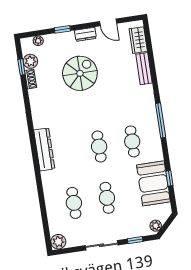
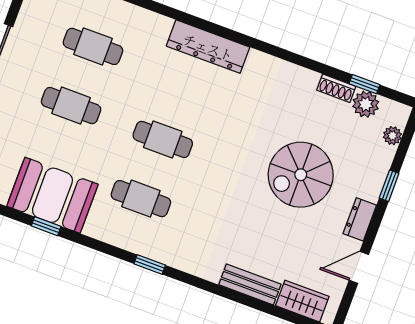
spiral stairs: (80, 73) -> (301, 175), turned 90
window: (161, 120) -> (150, 265), width x0.46

